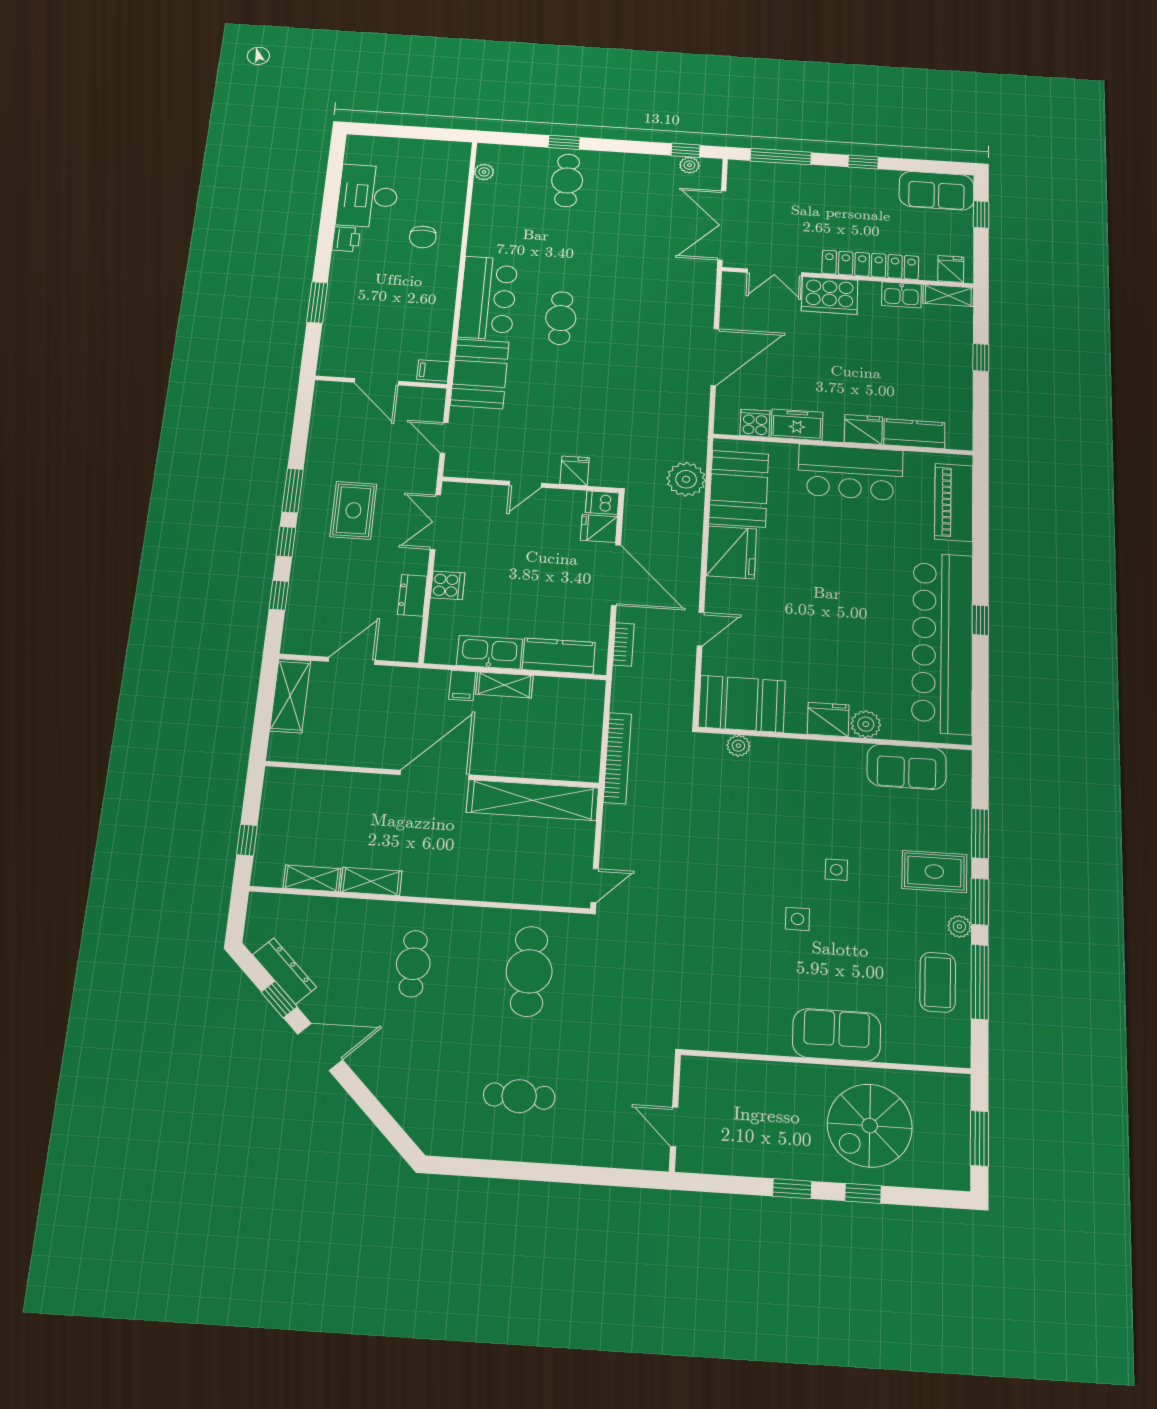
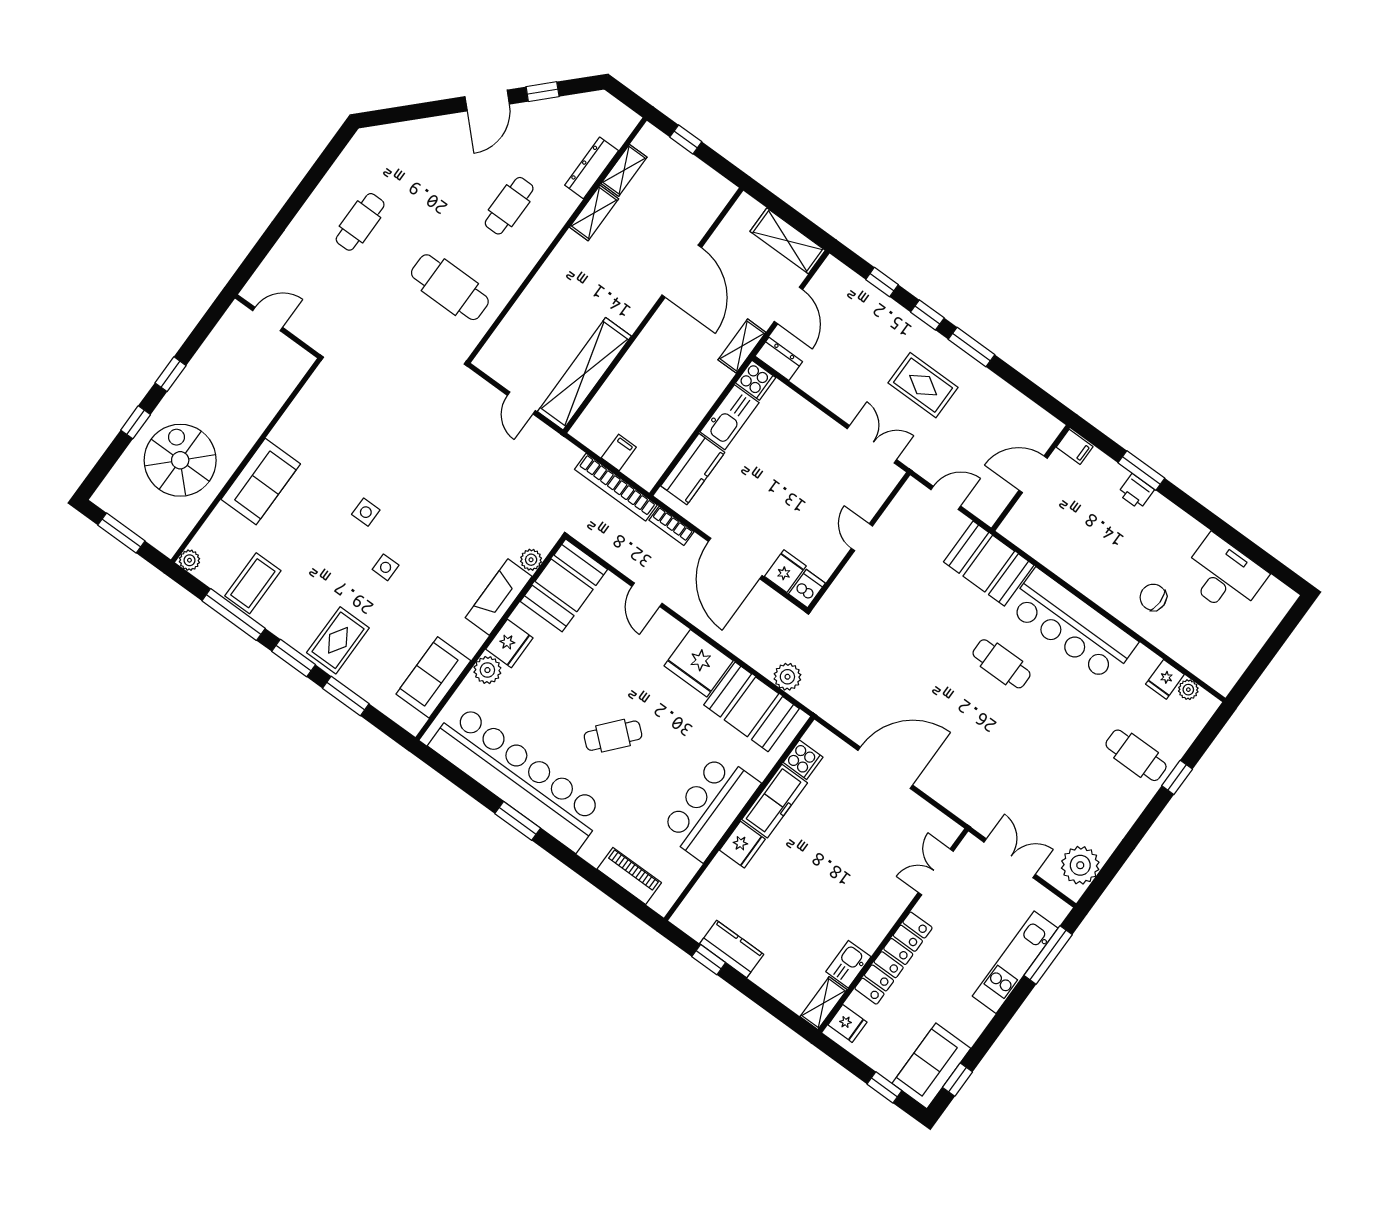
window: (686, 150) -> (1105, 877), removed
window: (863, 162) -> (958, 1080), moved
plant: (689, 165) -> (1080, 865), width x1.88, depth x1.88
kitchen unit: (805, 177) -> (1015, 962), added
double door: (722, 225) -> (1010, 858), width x0.73
printer: (346, 239) -> (1136, 492), moved
cooker: (830, 295) -> (885, 903), removed
bar counter: (488, 298) -> (1072, 625), width x1.36
door: (715, 357) -> (885, 768), swing flipped
window: (981, 358) -> (709, 960), moved
filing cabinet: (433, 371) -> (1075, 447), moved, turned 90
freezer: (797, 425) -> (775, 801), width x1.40
kitchen counter: (914, 434) -> (732, 949), moved, turned -90
fridge: (575, 471) -> (1165, 679), moved, turned 90
plant: (686, 479) -> (787, 677), width x0.73, depth x0.73
piano: (954, 502) -> (629, 876), width x0.73, depth x0.75
door: (616, 575) -> (735, 558), hinge flipped
cooker: (448, 585) -> (756, 380), moved, turned -90
cafe table: (847, 585) -> (613, 736), added
dresser: (412, 595) -> (779, 359), moved
window: (980, 620) -> (518, 821), width x1.50
filing cabinet: (462, 685) -> (619, 452), moved, turned 90
shelving: (505, 685) -> (742, 346), moved
fireplace: (792, 754) -> (499, 597), added
bookcase: (617, 758) -> (616, 487), moved
door: (435, 775) -> (682, 271), moved
door: (595, 885) -> (521, 403), moved
plant: (959, 926) -> (189, 560), moved
cafe table: (413, 964) -> (509, 206), turned 90
dresser: (285, 971) -> (592, 168), moved, turned 135
coffee table: (938, 982) -> (253, 583), turned 90

